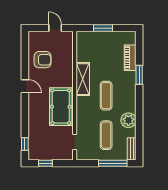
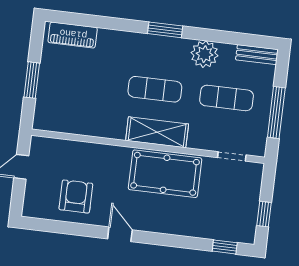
piano: (130, 58) -> (73, 35), moved
window: (139, 75) -> (165, 30), moved
shelving: (83, 79) -> (157, 132), moved
door: (25, 86) -> (120, 234), hinge flipped
window: (113, 163) -> (276, 113), moved

